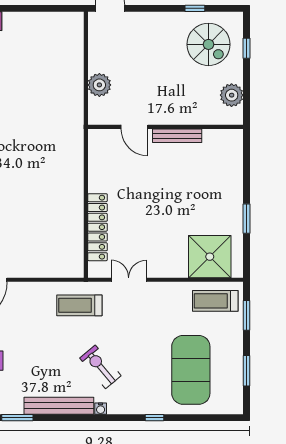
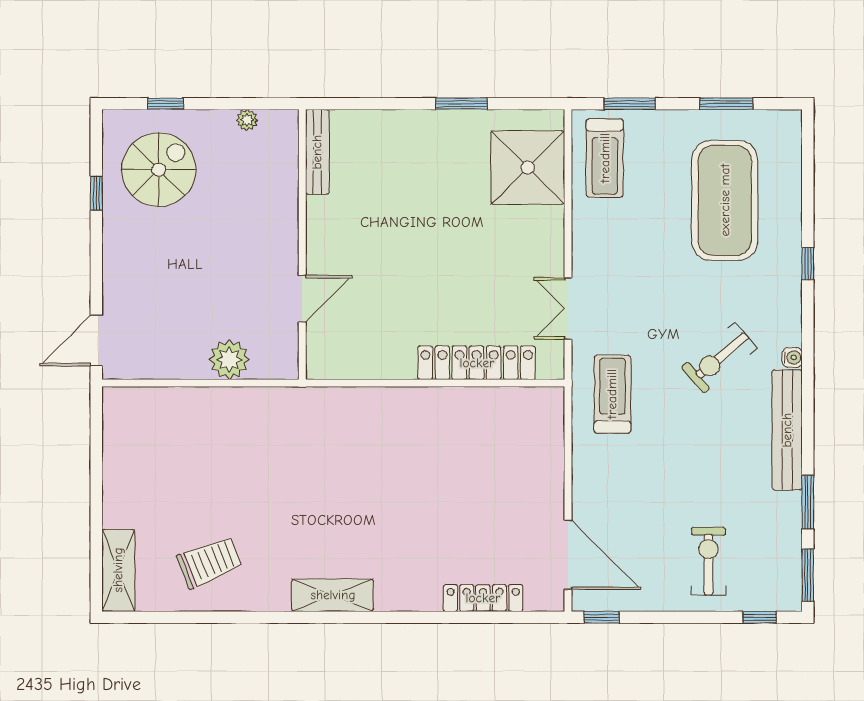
plant: (232, 95) -> (247, 120), width x0.53, depth x0.53
bench: (177, 136) -> (317, 152), moved
treadmill: (79, 305) -> (612, 394), turned 180
exercise mat: (191, 370) -> (725, 200), turned 90

